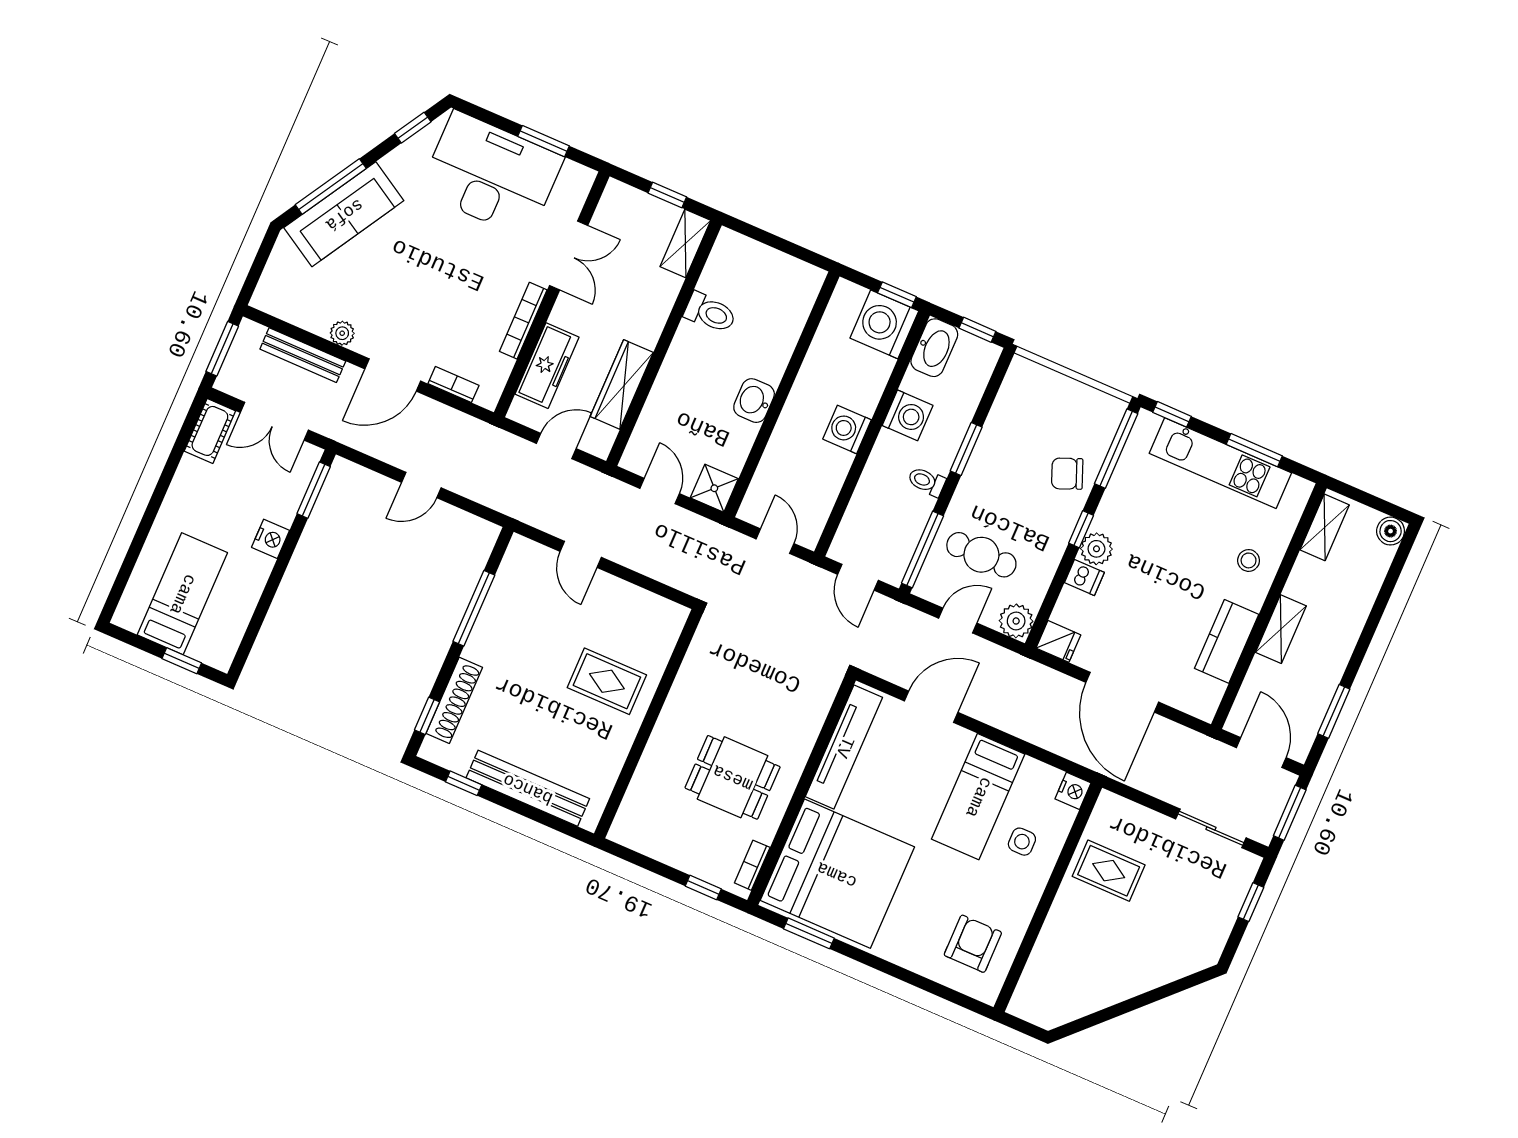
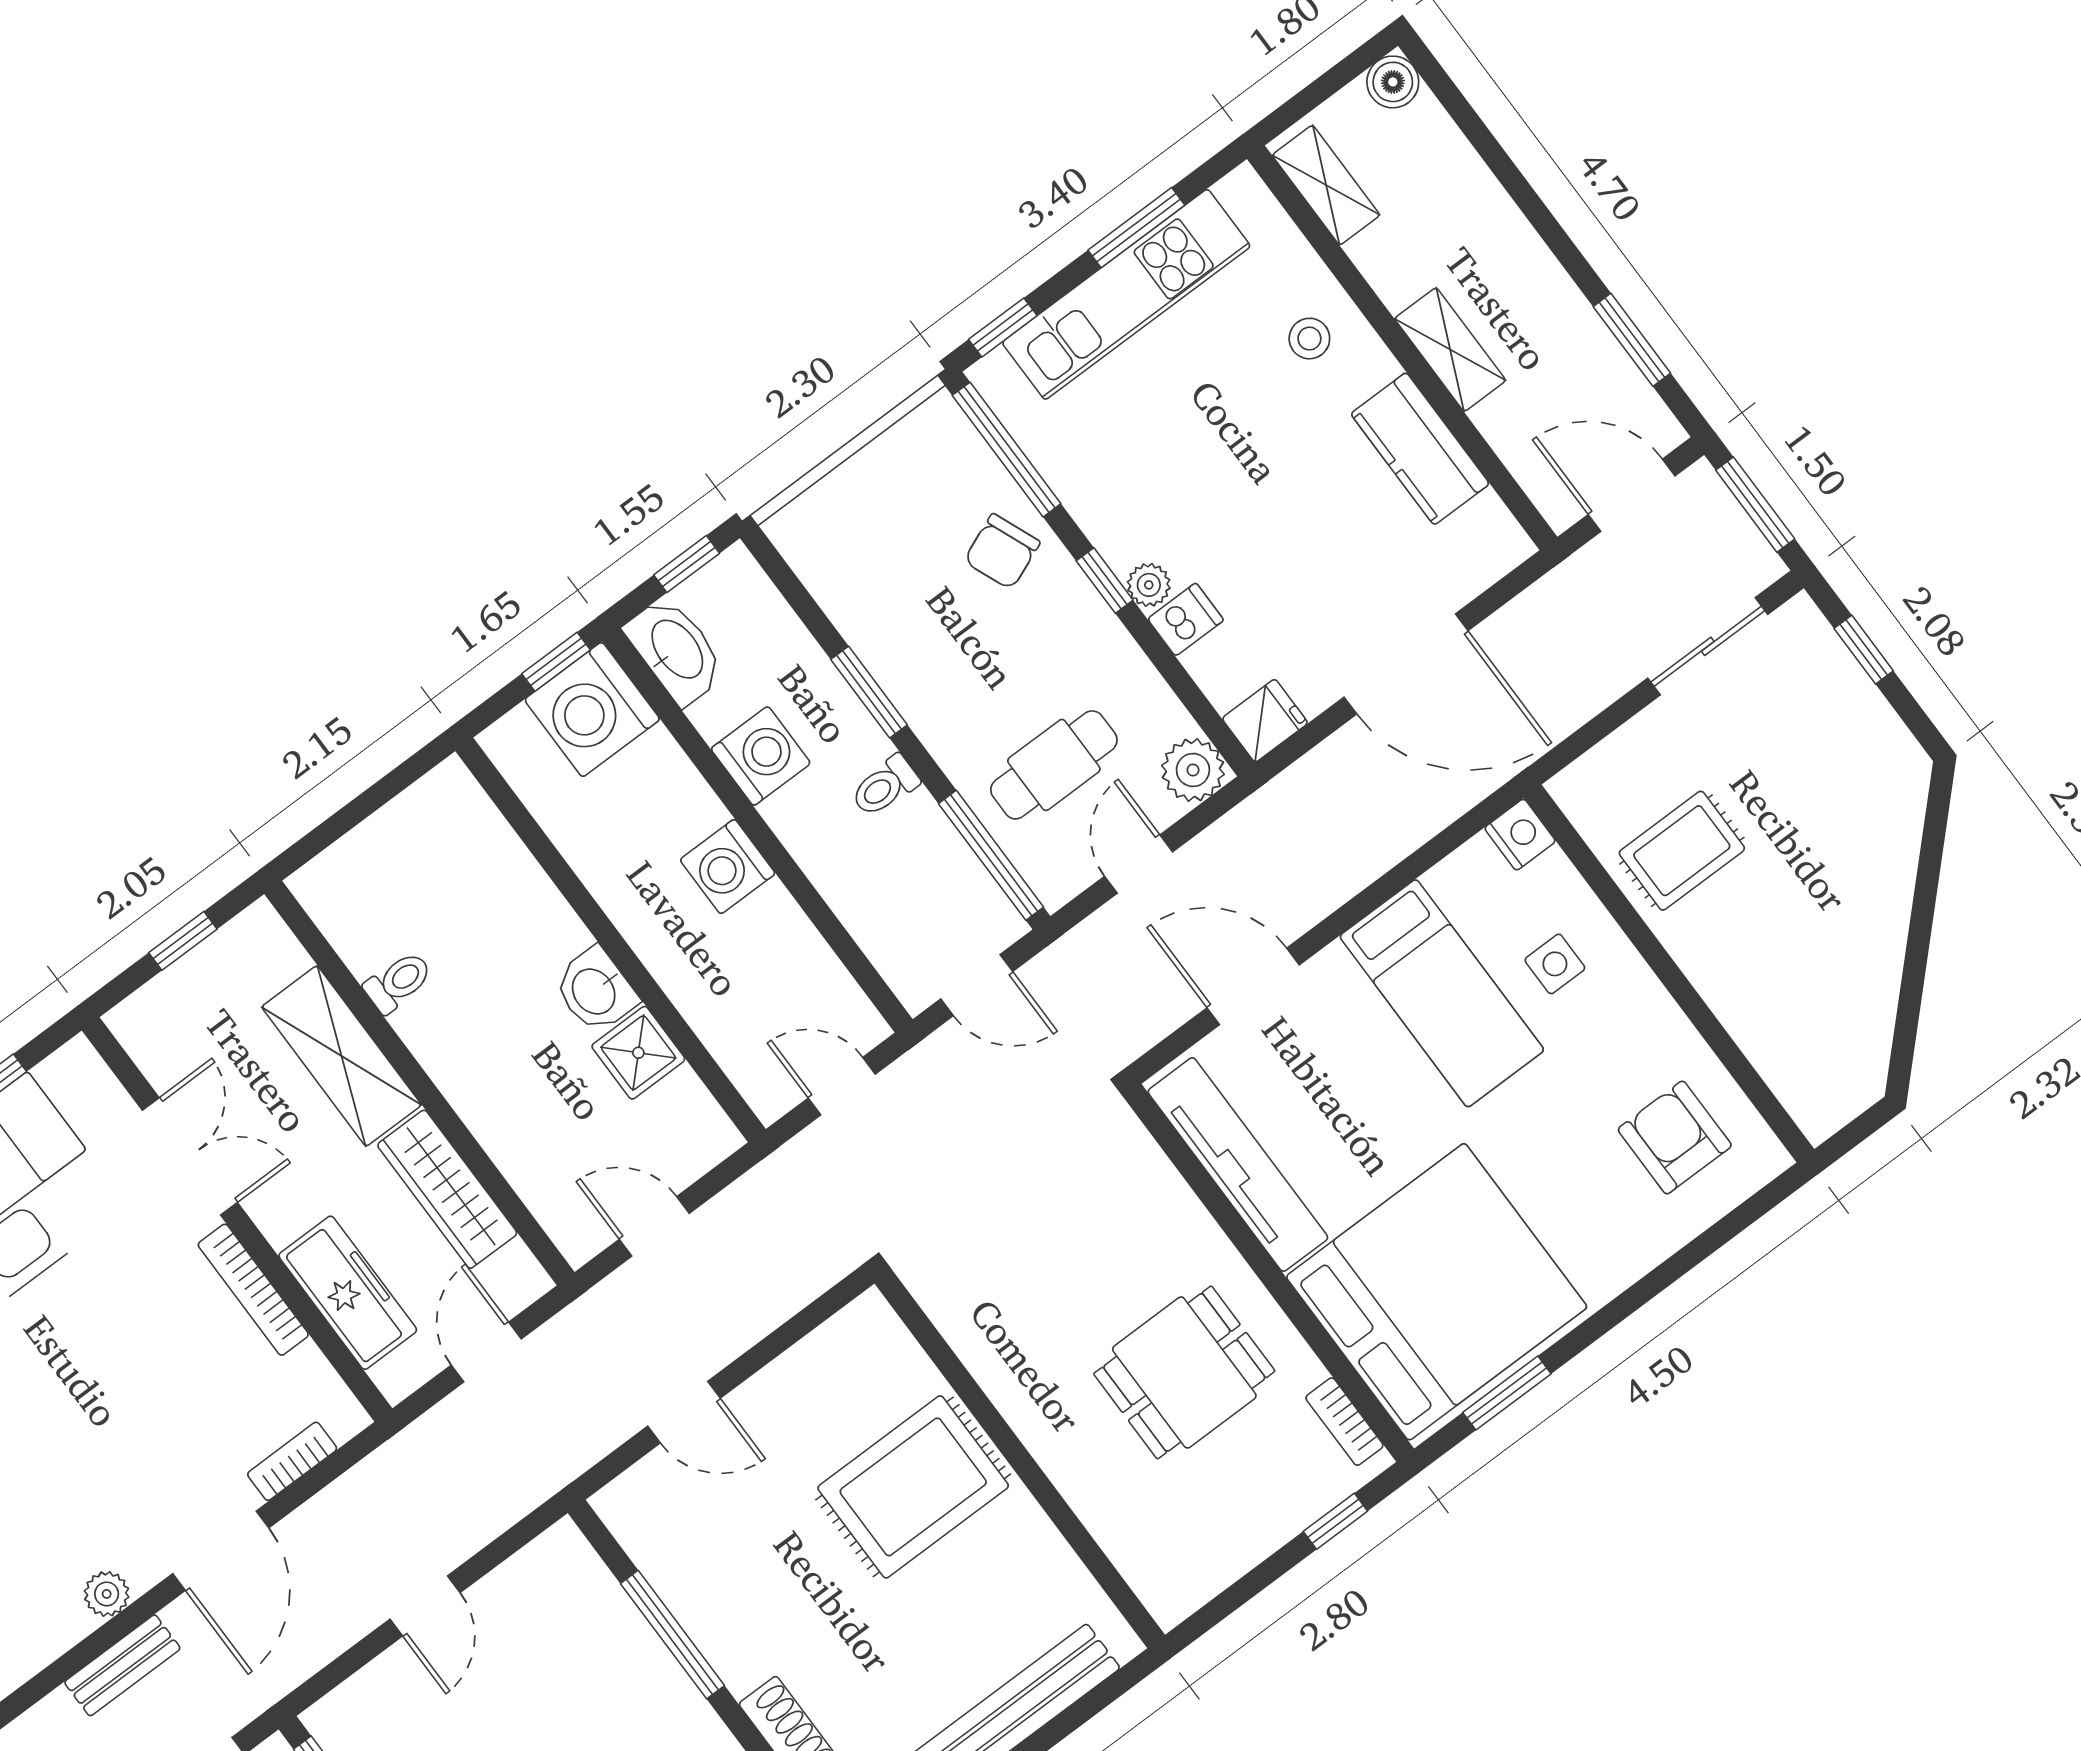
shelving: (685, 243) -> (341, 1056), moved, width x1.50, depth x1.33
toilet: (710, 313) -> (398, 982), width x0.73, depth x0.72
bench: (303, 355) -> (122, 1665), width x0.73
shower: (714, 488) -> (638, 1053), moved
plant: (1096, 549) -> (1149, 585), width x0.73, depth x0.73
rug: (607, 681) -> (913, 1487), width x1.36, depth x1.43
door: (931, 707) -> (1253, 986), hinge flipped

